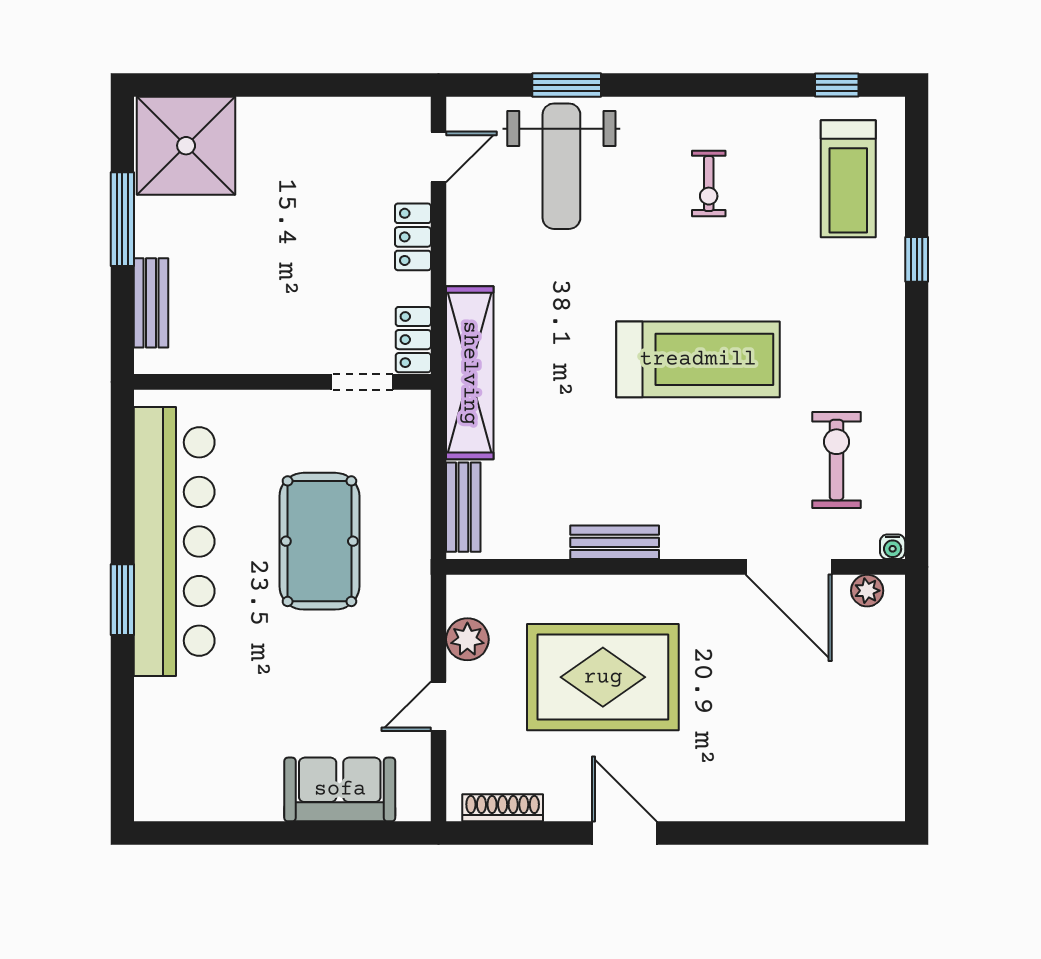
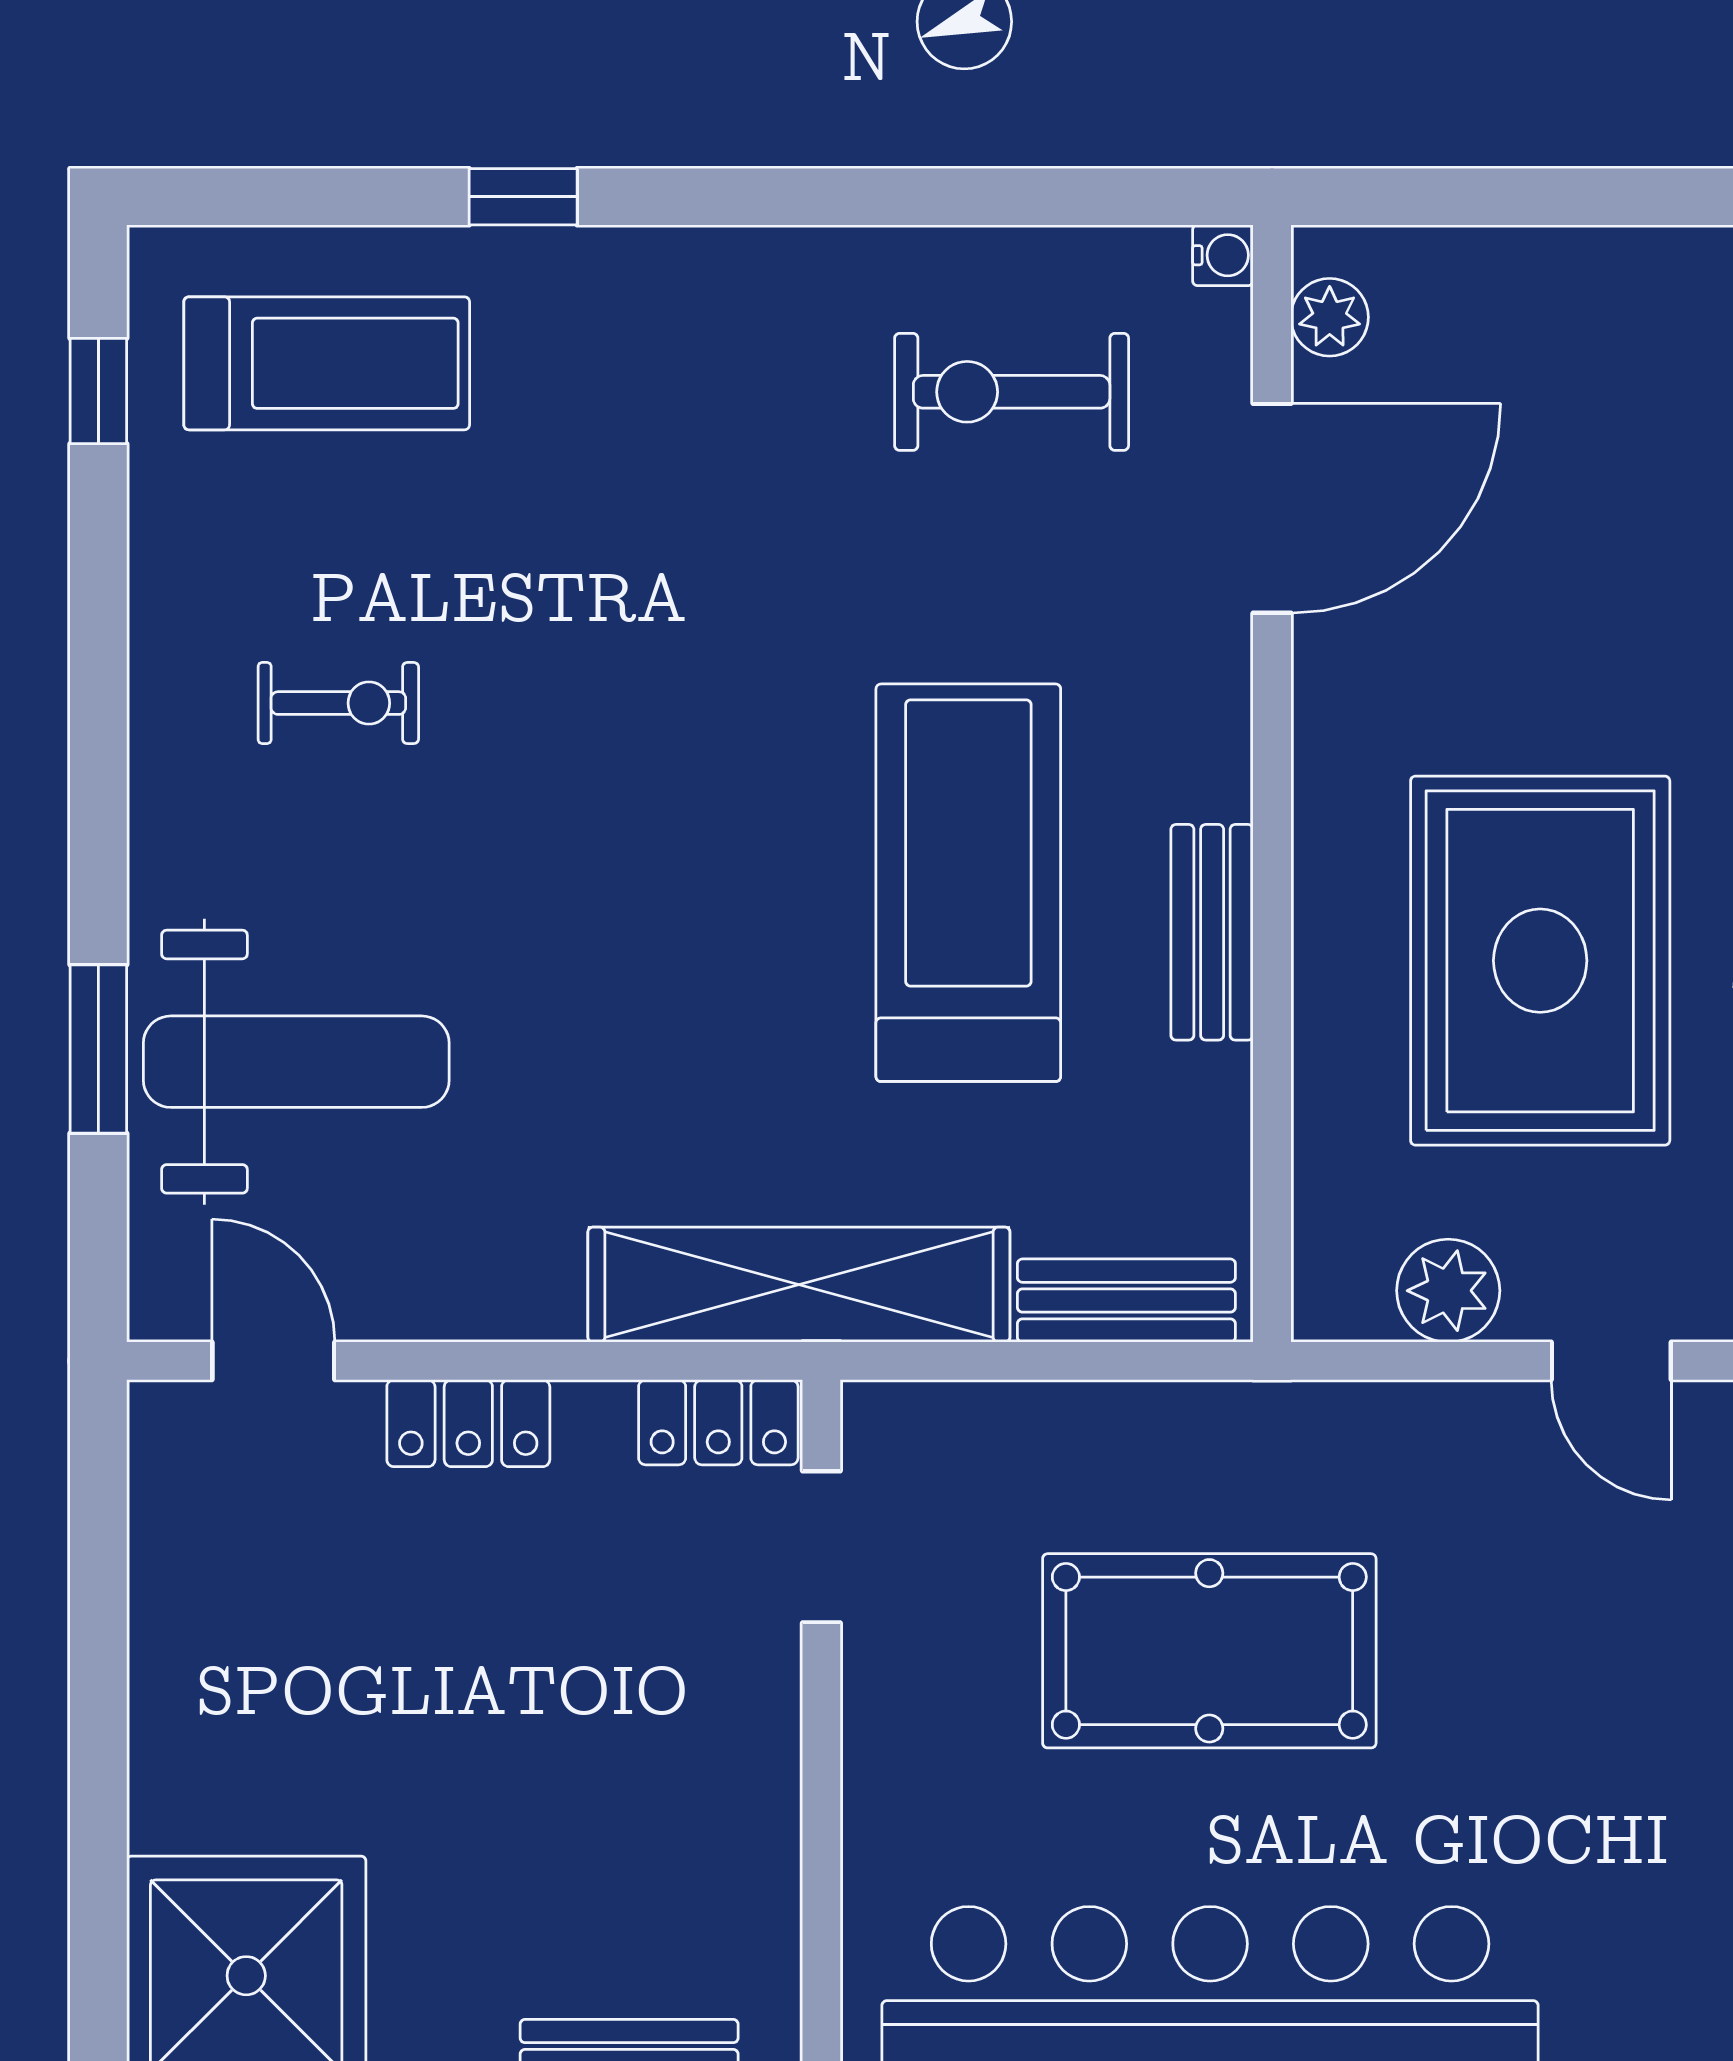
treadmill: (698, 359) -> (968, 883), moved

